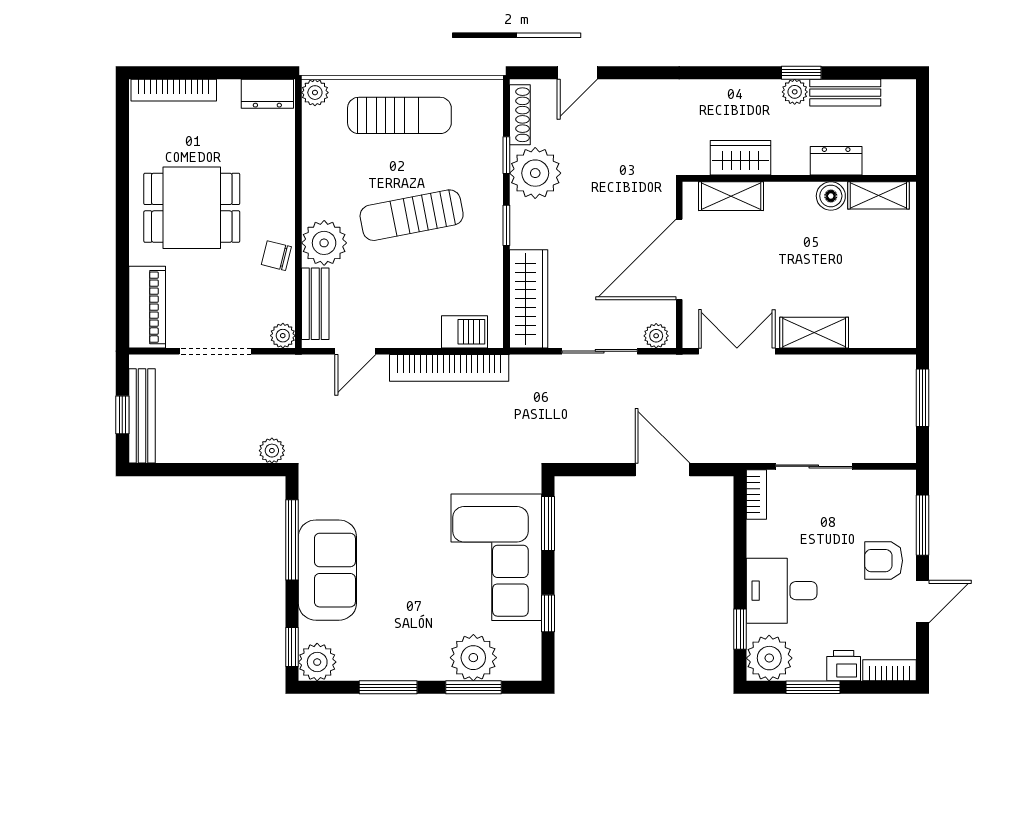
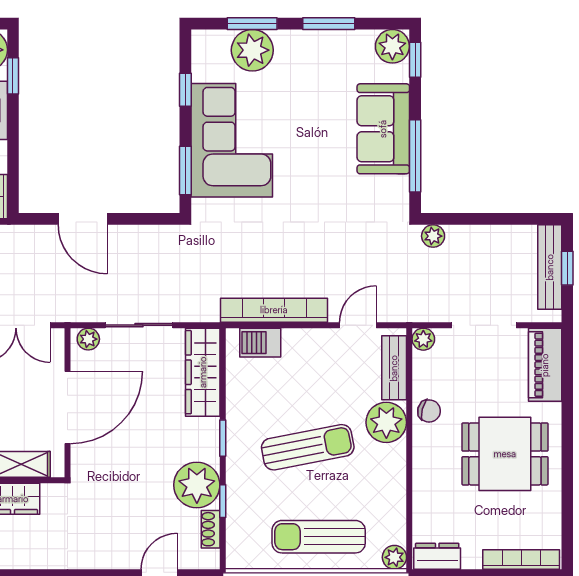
shoe rack: (520, 115) -> (211, 529), width x0.70

